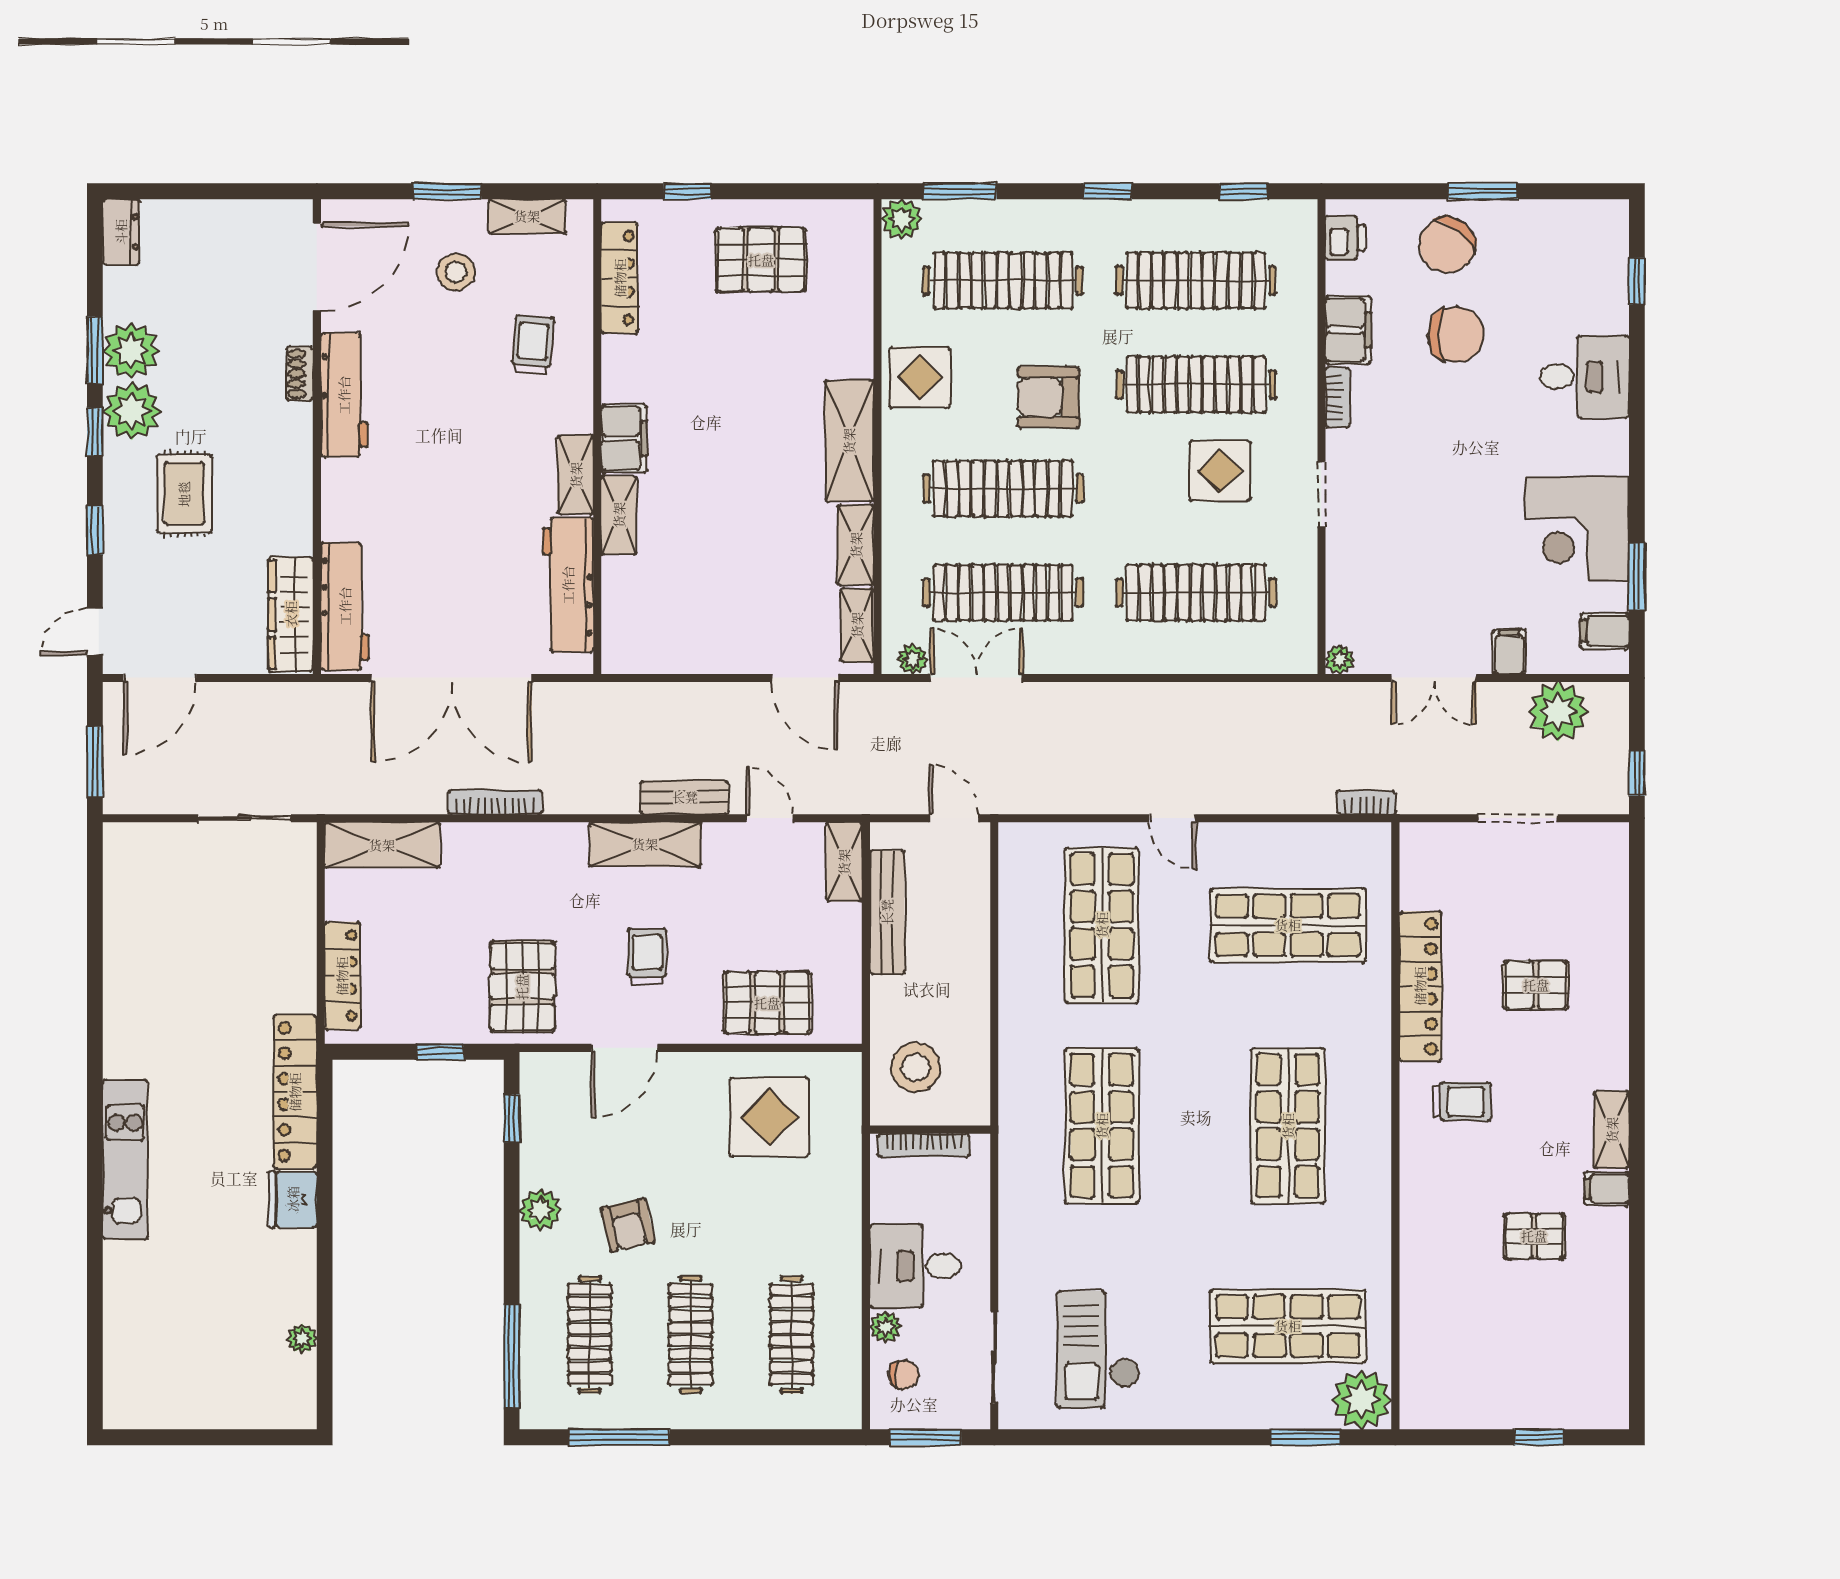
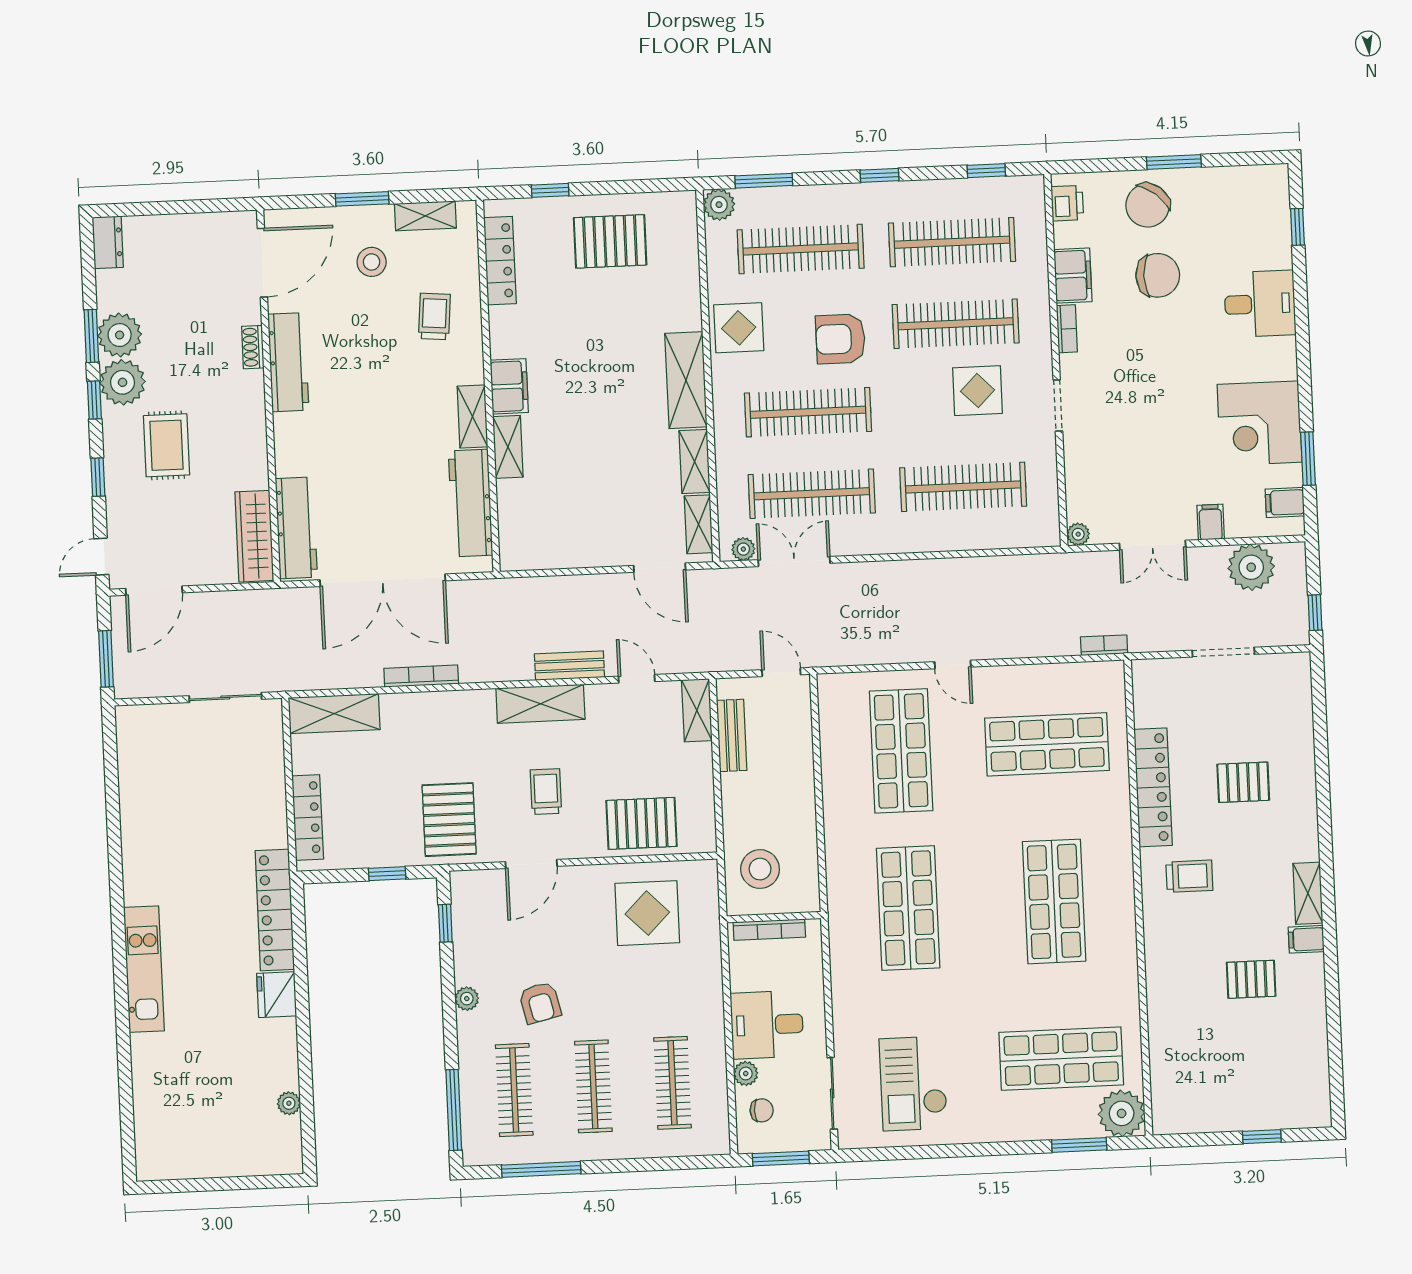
bench: (887, 912) -> (732, 735), width x0.73
plant: (540, 1210) -> (467, 999), width x0.73, depth x0.73

